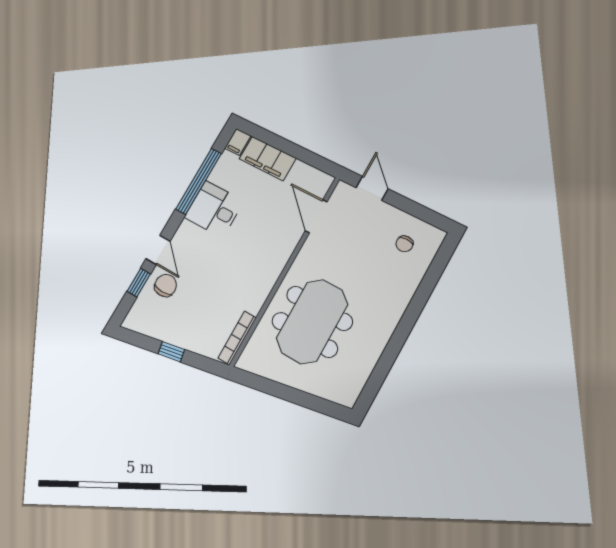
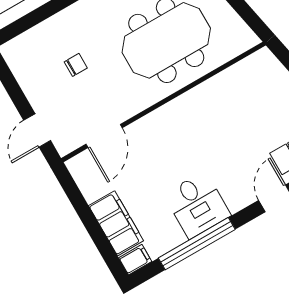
chair: (404, 244) -> (76, 65), moved
bookcase: (237, 338) -> (244, 66), removed

